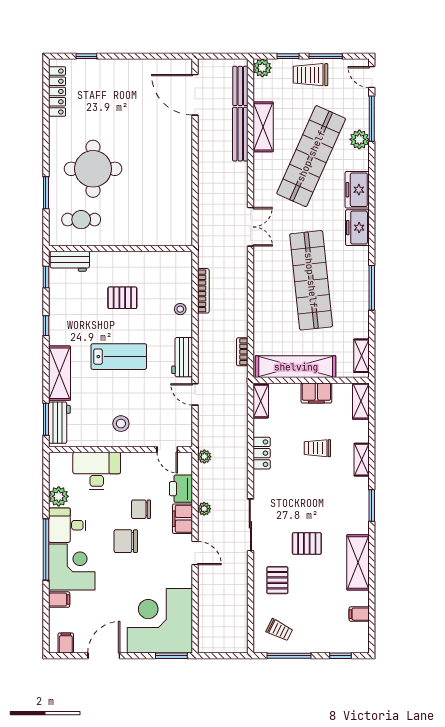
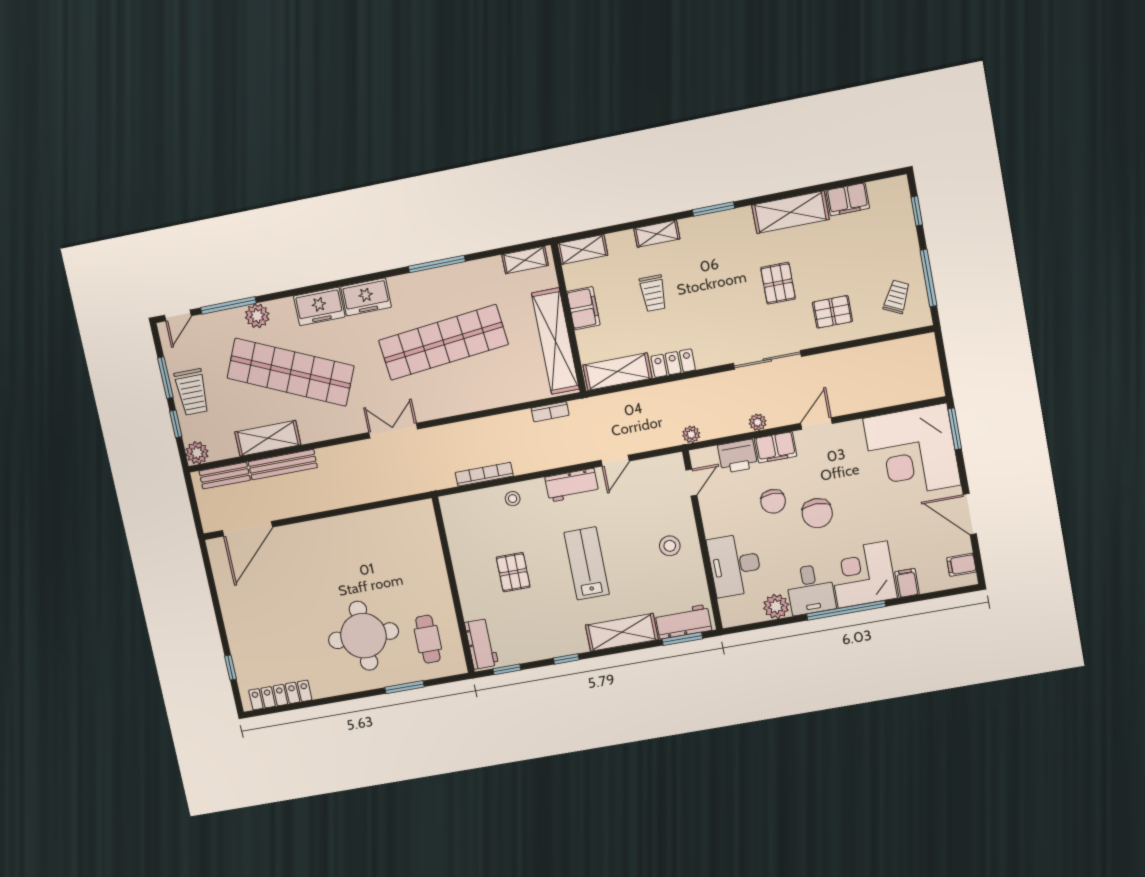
shelving: (261, 401) -> (617, 372), width x1.50, depth x1.33
filing cabinet: (359, 614) -> (848, 199), width x2.00

